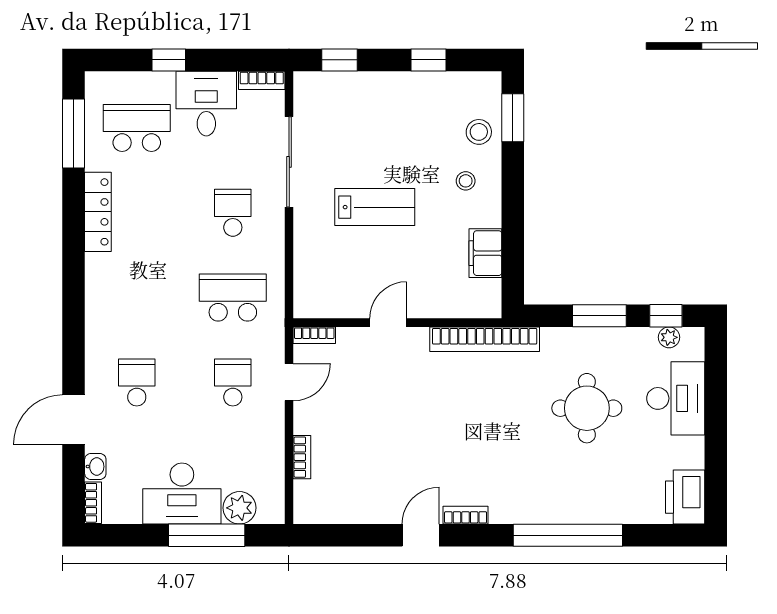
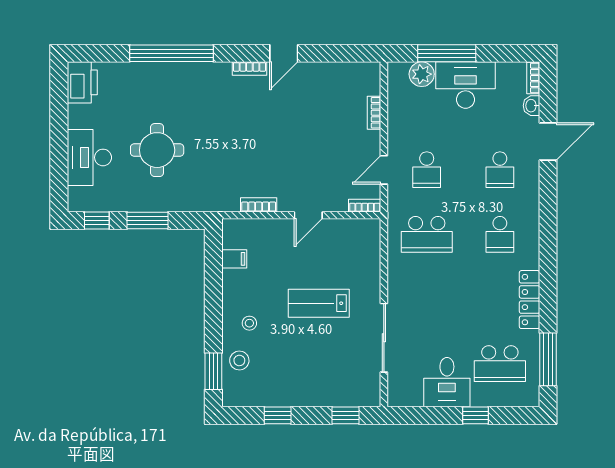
bookcase: (262, 80) -> (405, 400), removed
school desk: (233, 213) -> (500, 234), moved
filing cabinet: (485, 253) -> (234, 259), width x0.50
plant: (669, 337) -> (94, 204), removed
bookcase: (485, 339) -> (259, 205), width x0.43, depth x0.76

